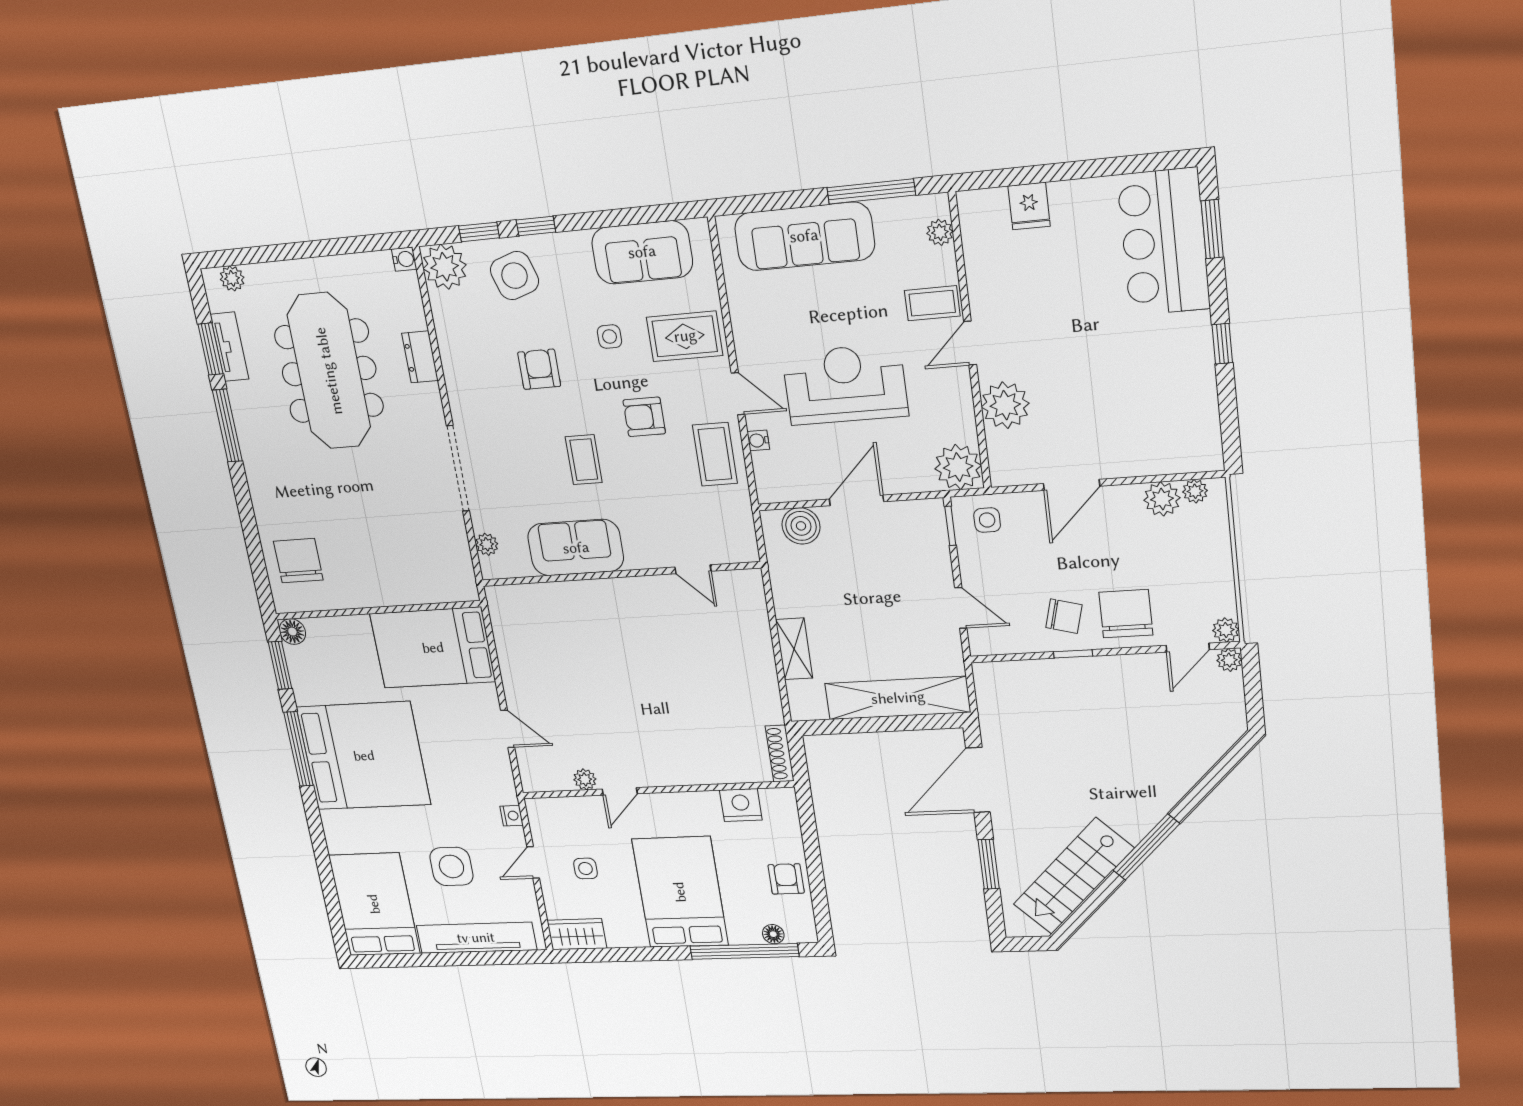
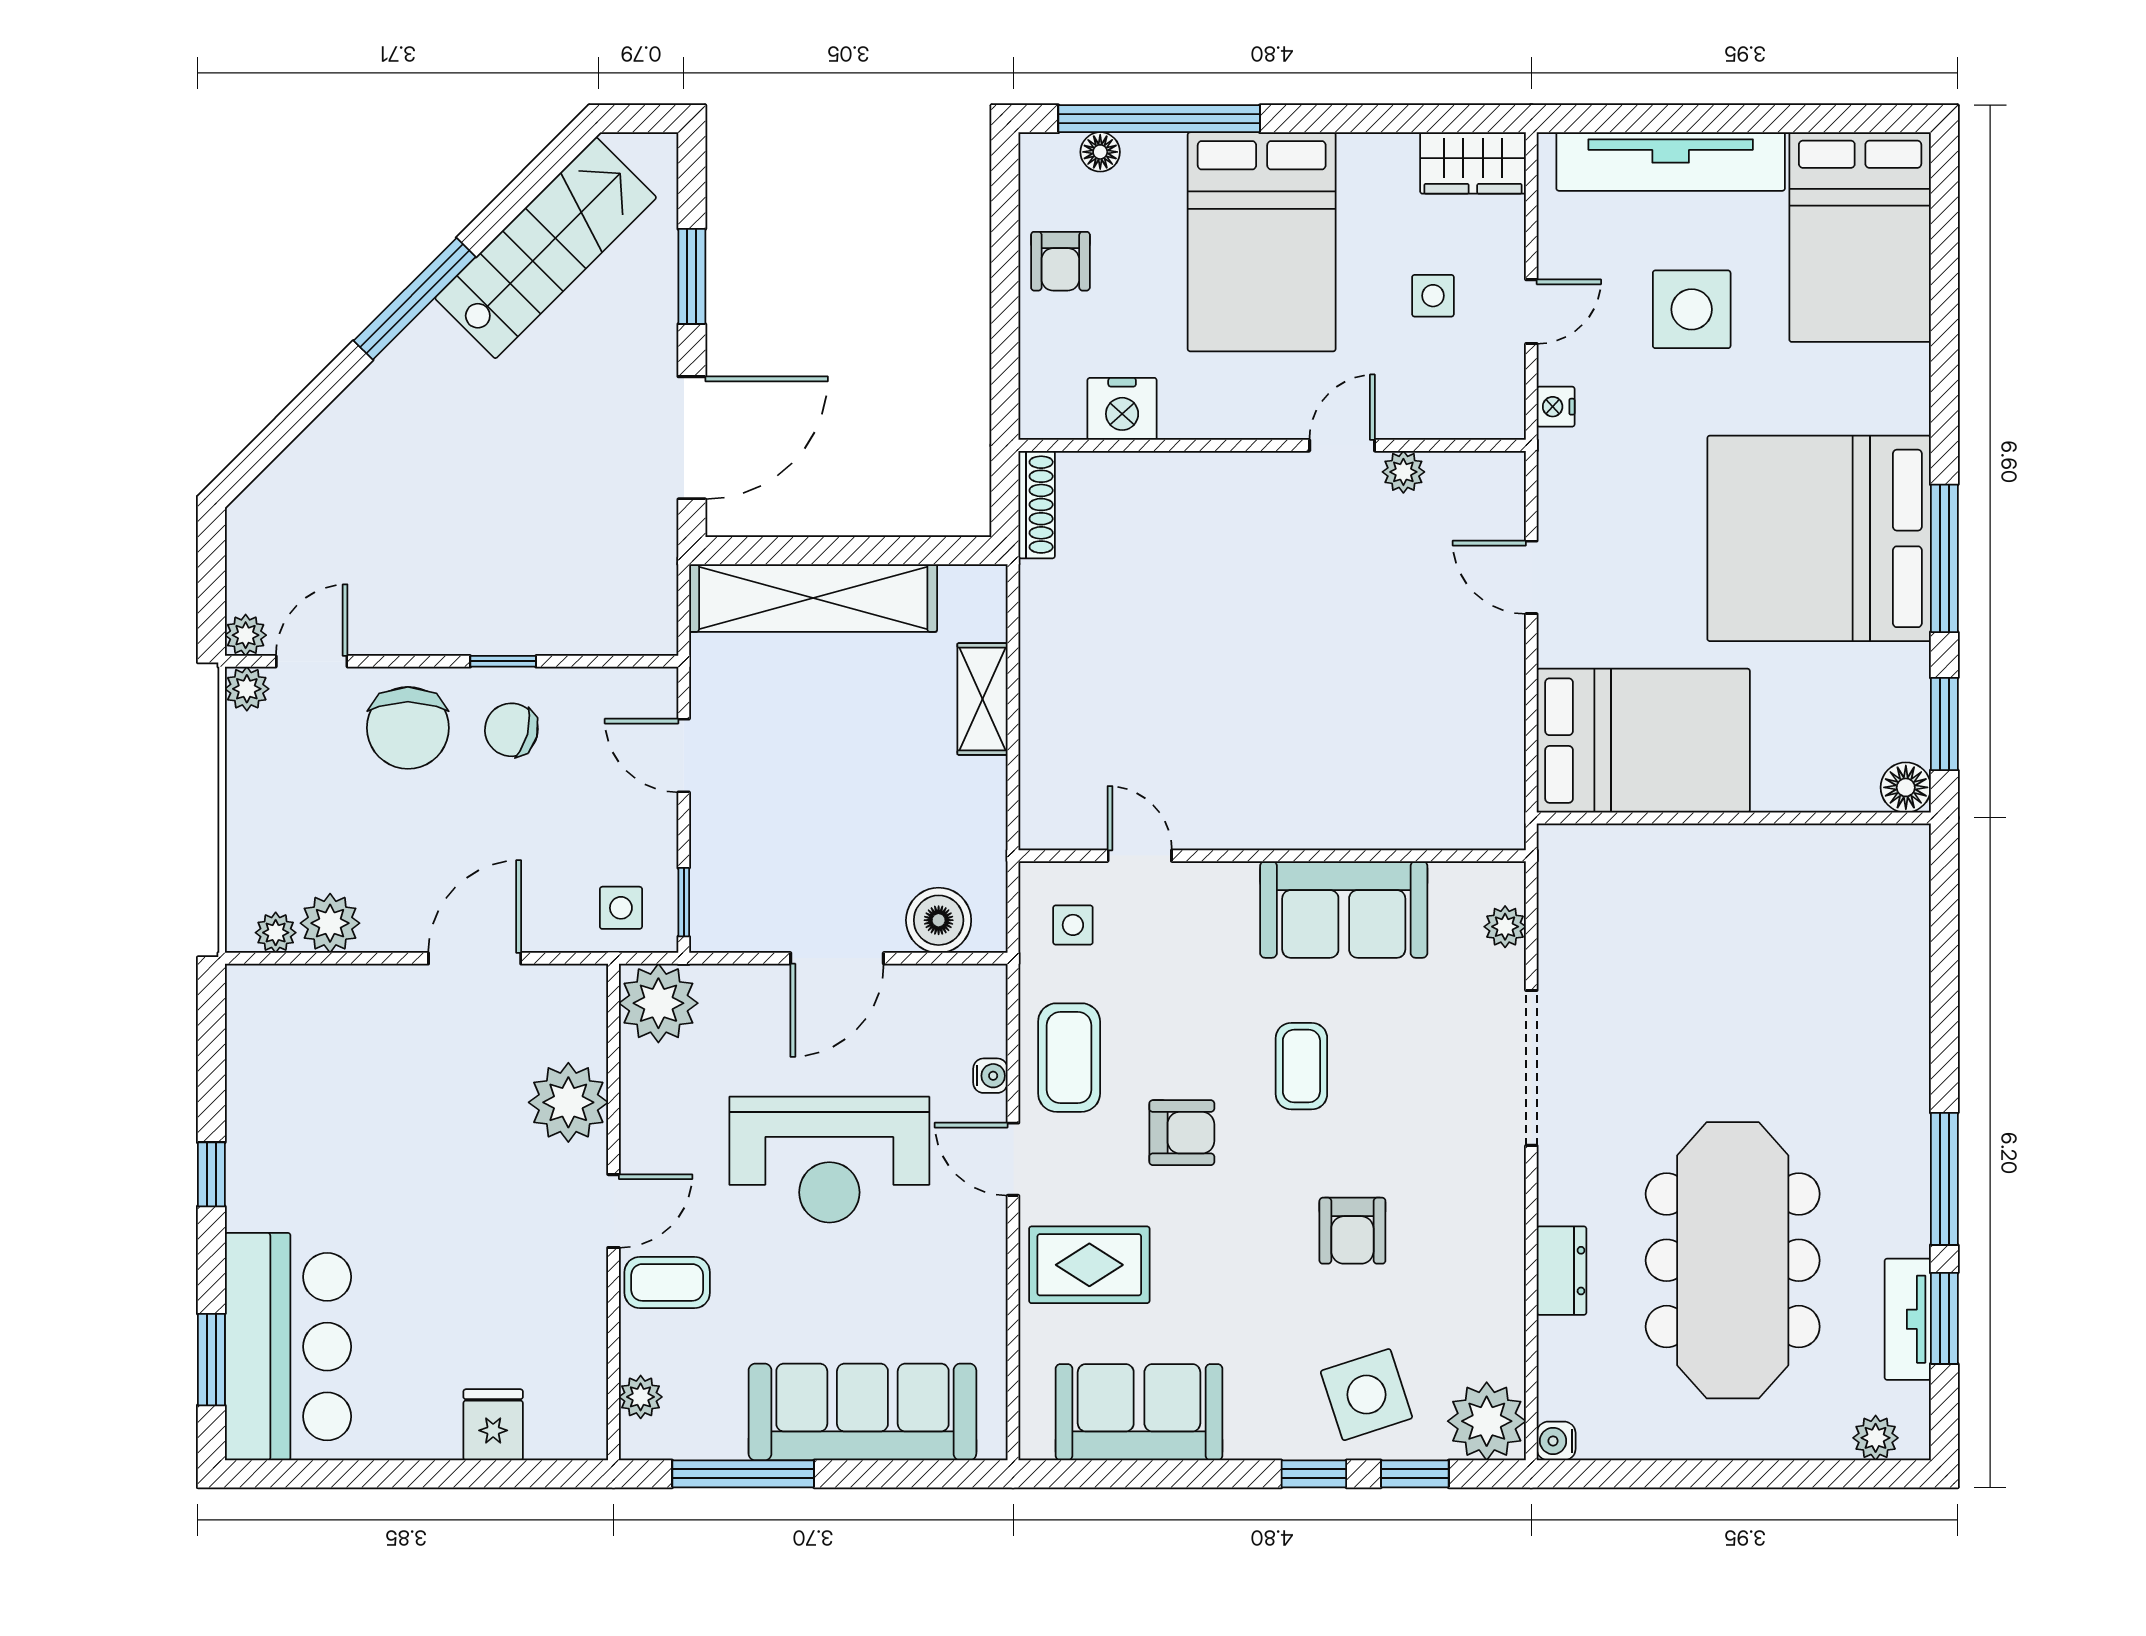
side table: (609, 337) -> (1073, 925), moved
chair: (298, 561) -> (1865, 921), removed

